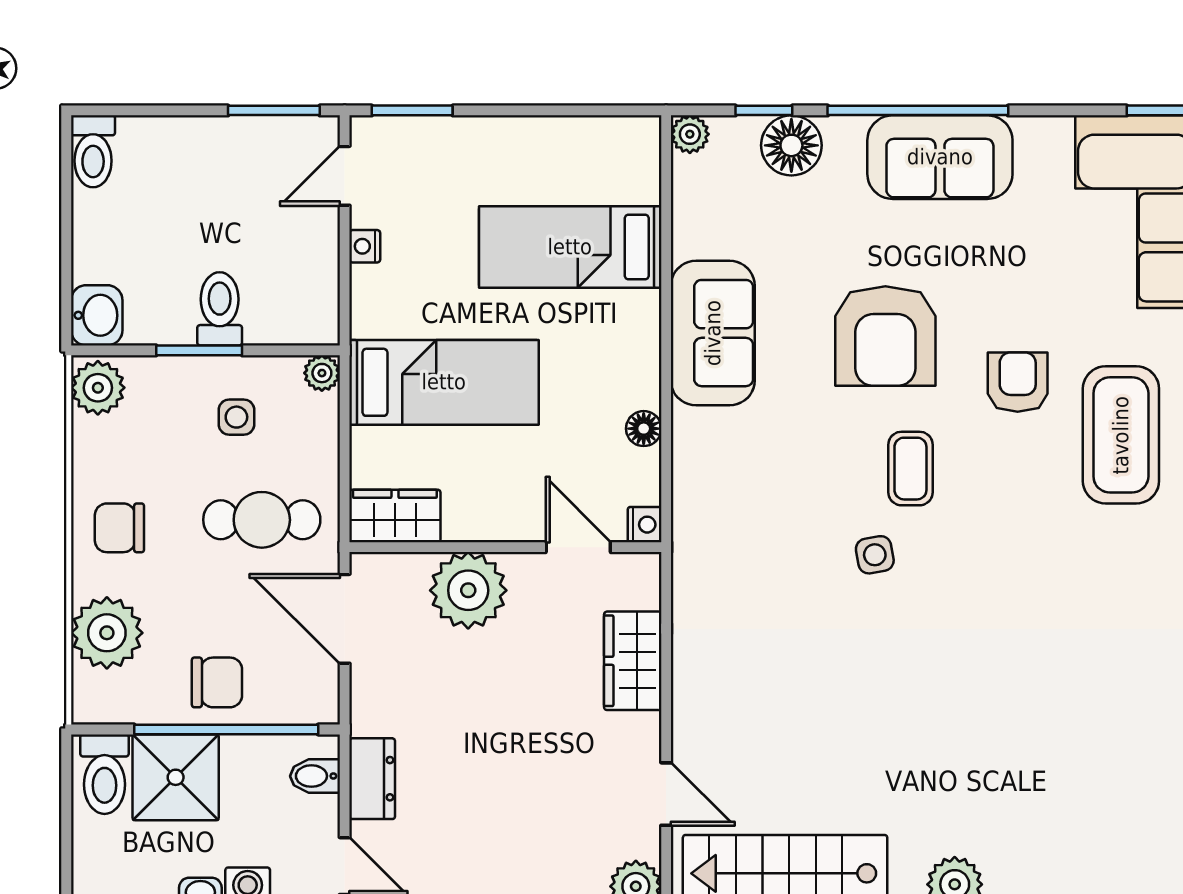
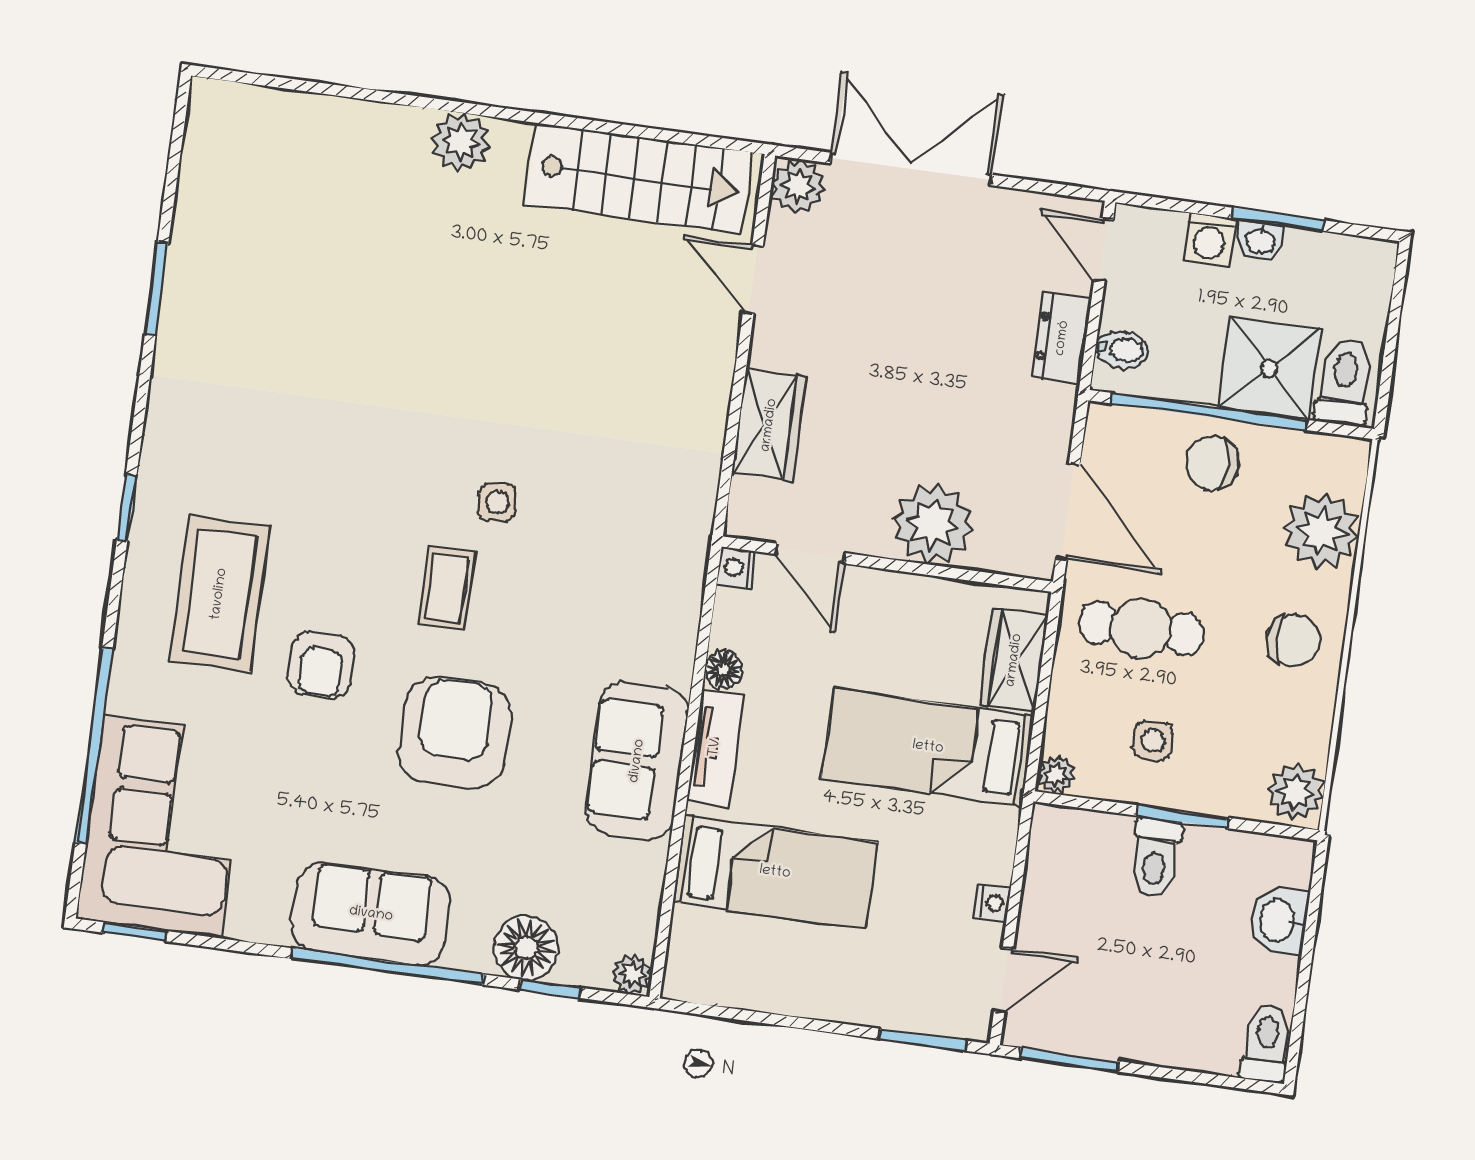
washbasin: (97, 315) -> (1279, 921), moved
tv unit: (641, 355) -> (715, 748), added
wardrobe: (395, 516) -> (1014, 660), moved, turned 90

